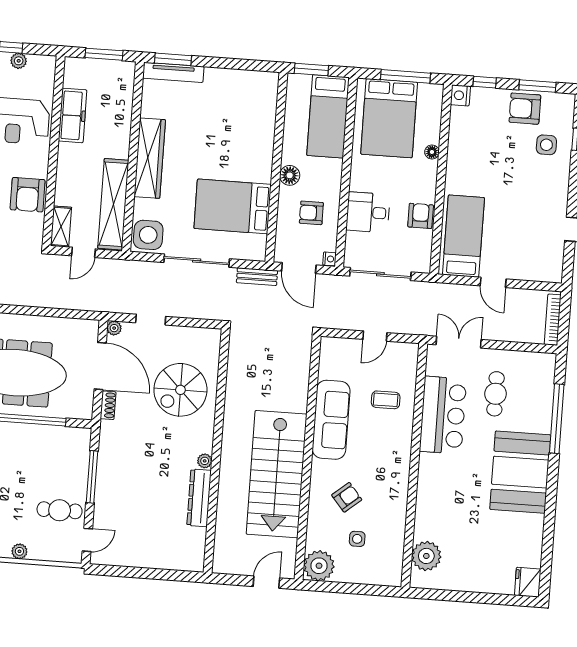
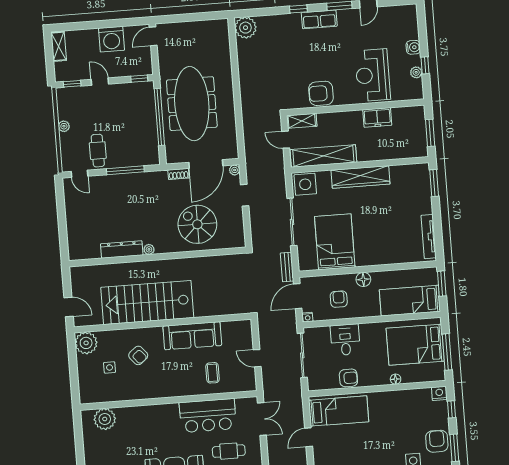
tv unit: (173, 72) -> (429, 237), moved
freezer: (73, 115) -> (377, 117), width x0.71

